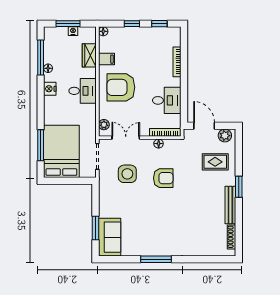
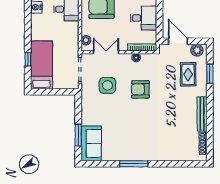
window: (41, 145) -> (28, 59), width x0.46
bed: (61, 151) -> (42, 65), width x0.67
rug: (215, 162) -> (188, 74), turned 90
armchair: (163, 178) -> (140, 89), turned 180
window: (239, 187) -> (210, 74), moved

